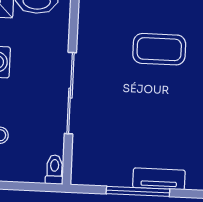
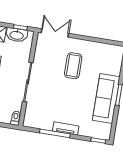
coffee table: (159, 49) -> (73, 66), turned 90

